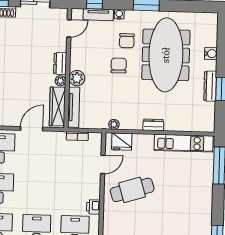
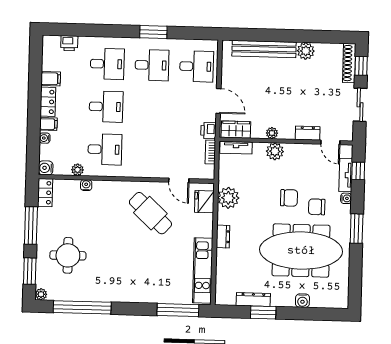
dresser: (60, 63) -> (308, 133), moved
dresser: (210, 86) -> (253, 299), moved
wardrobe: (57, 107) -> (236, 130), width x0.67
tv unit: (74, 107) -> (236, 148), width x0.71
plant: (114, 124) -> (228, 198), width x1.88, depth x1.88
cafe table: (132, 190) -> (150, 213), turned -30
printer: (93, 207) -> (208, 131), moved, turned -90

